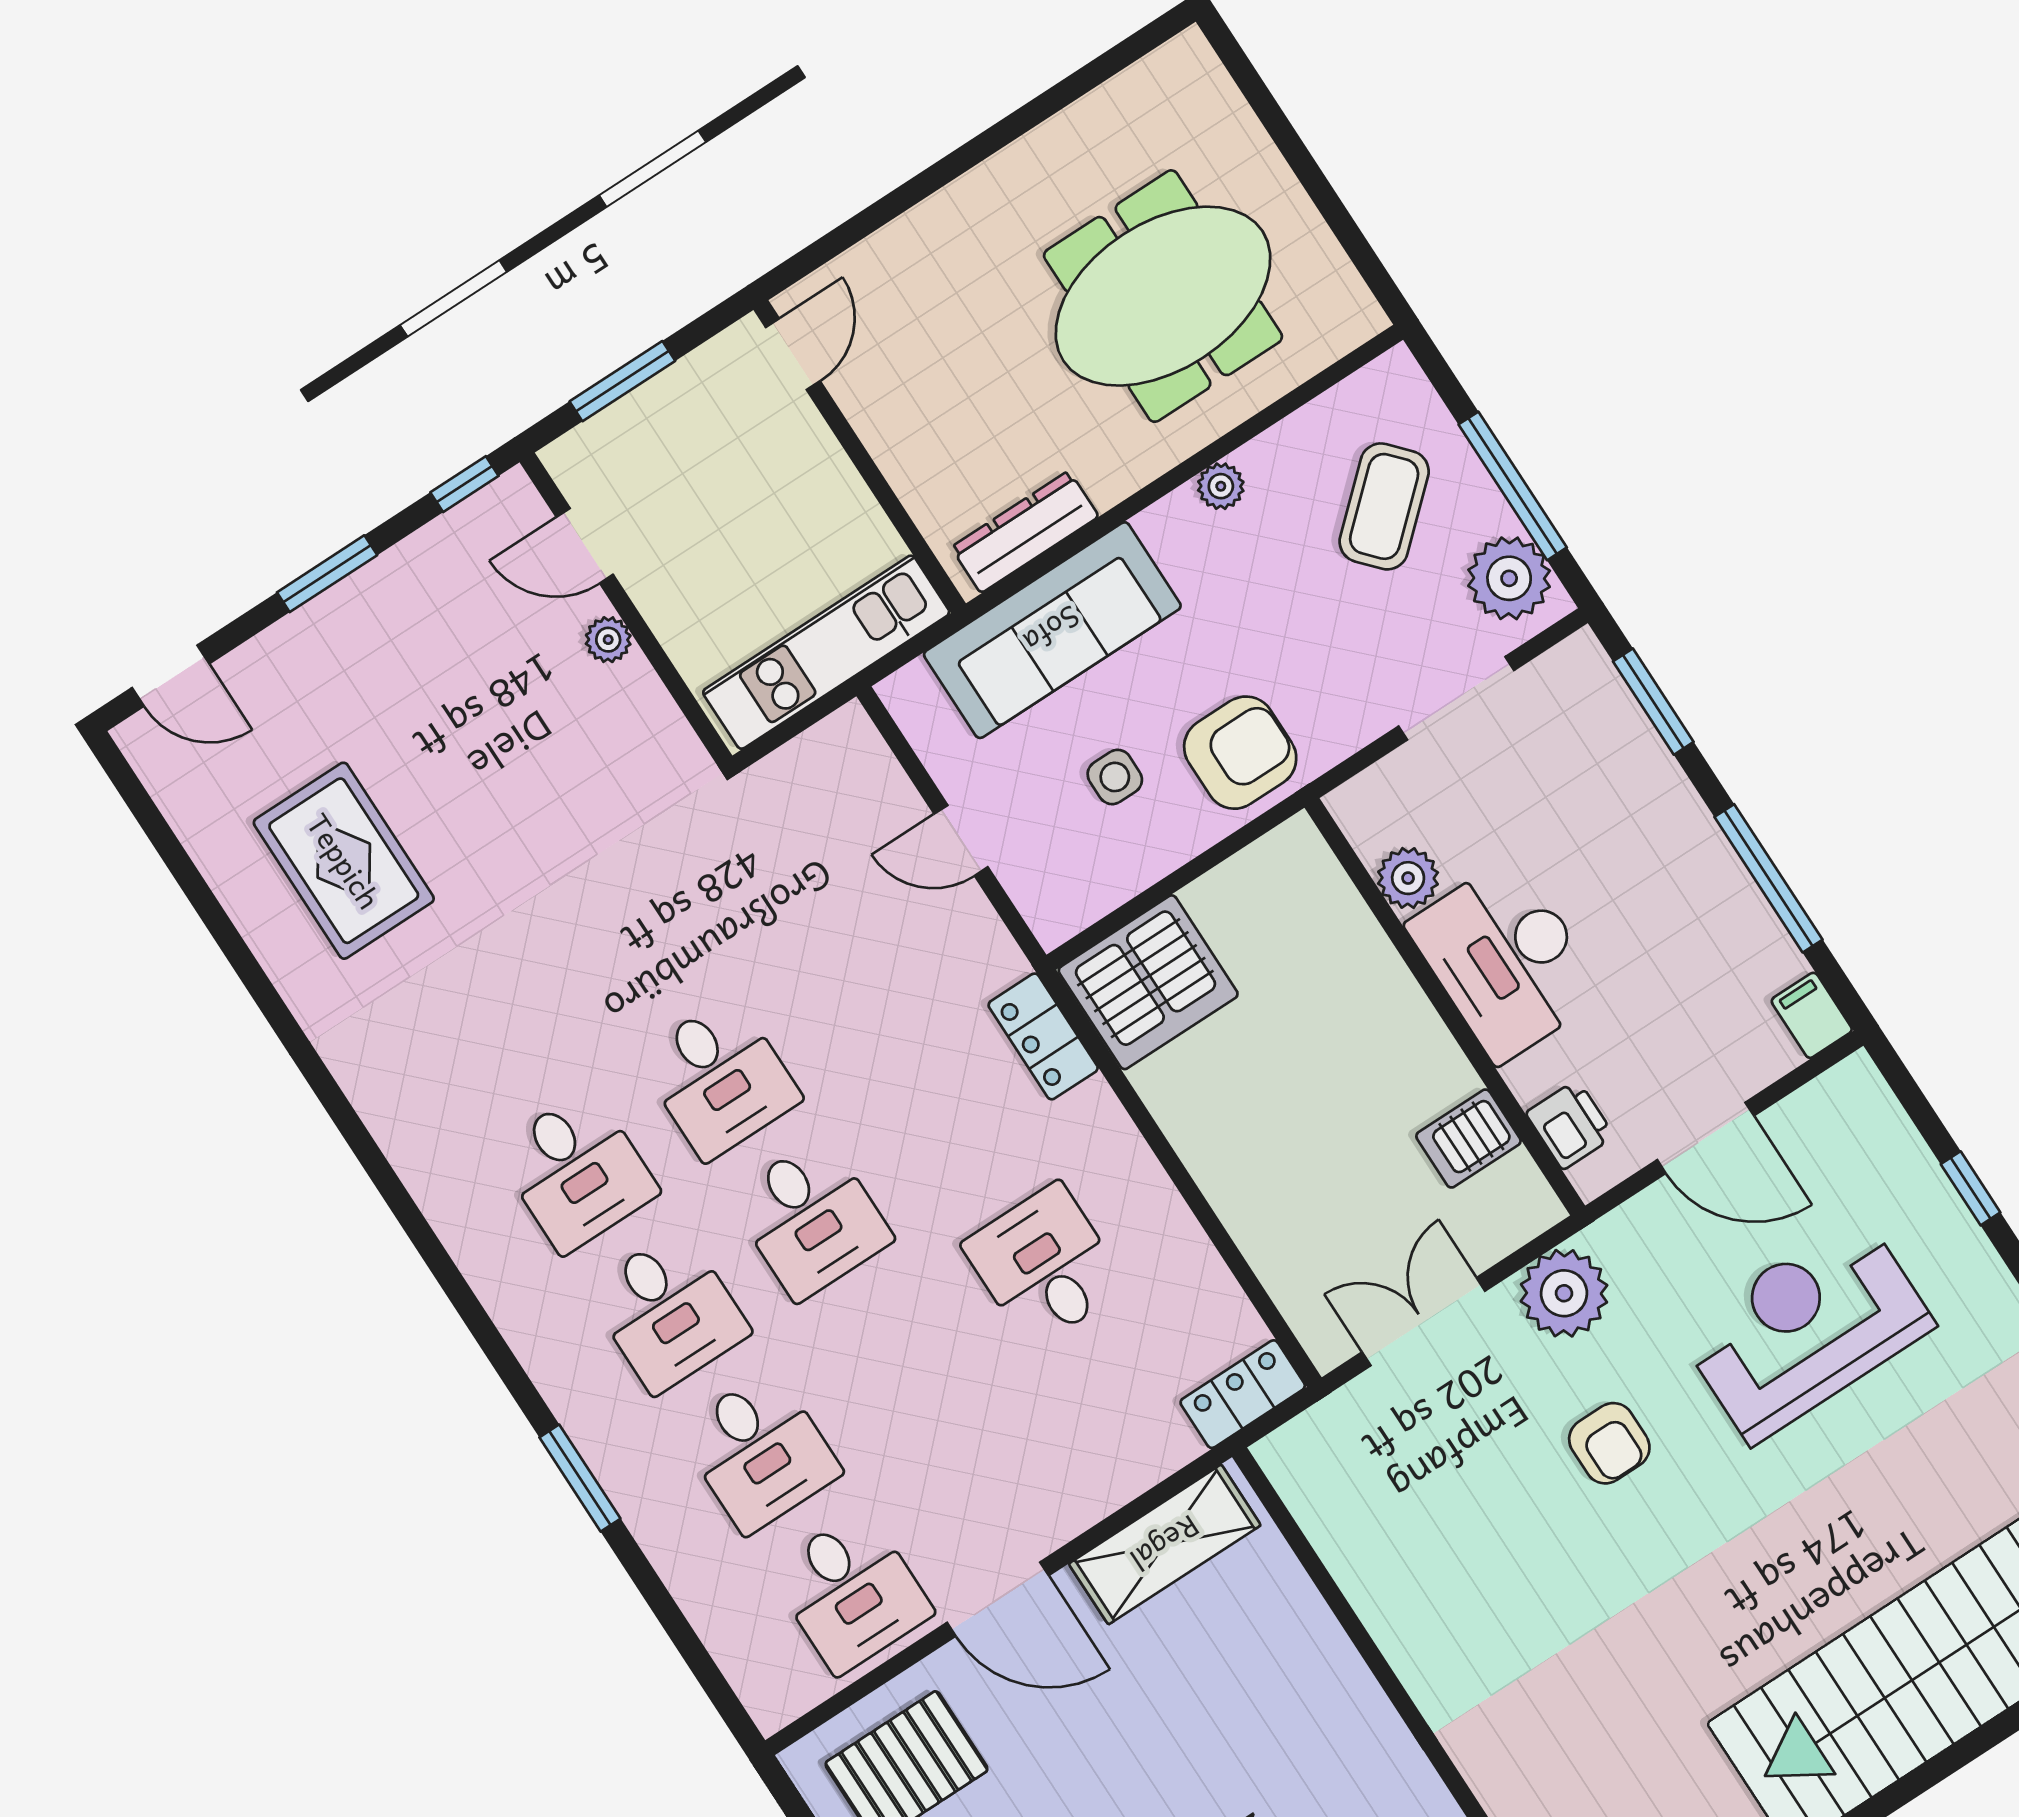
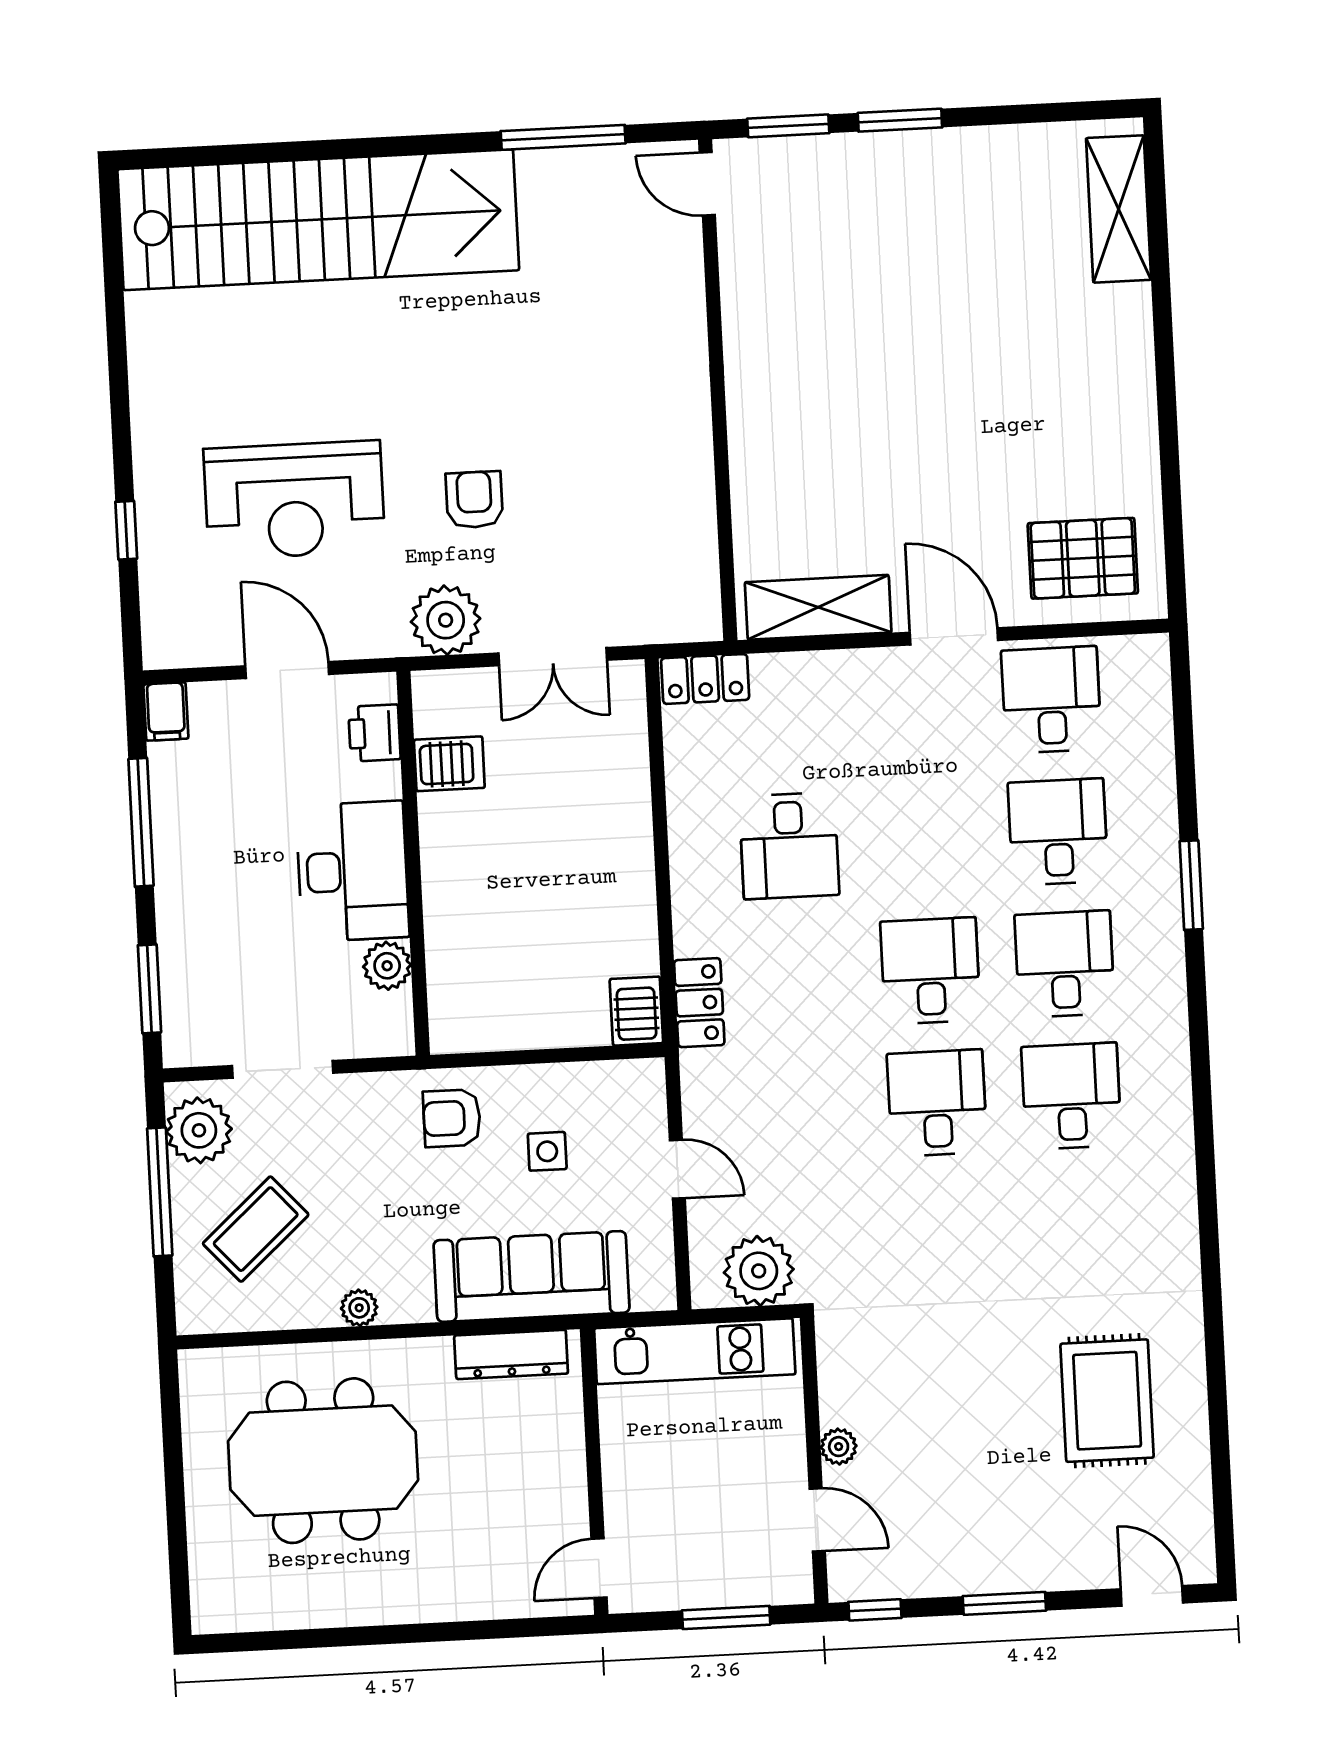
armchair: (1240, 753) -> (452, 1118), width x0.72, depth x0.72
plant: (807, 781) -> (759, 1271), added
server rack: (1148, 982) -> (636, 1011), width x0.46, depth x0.70

